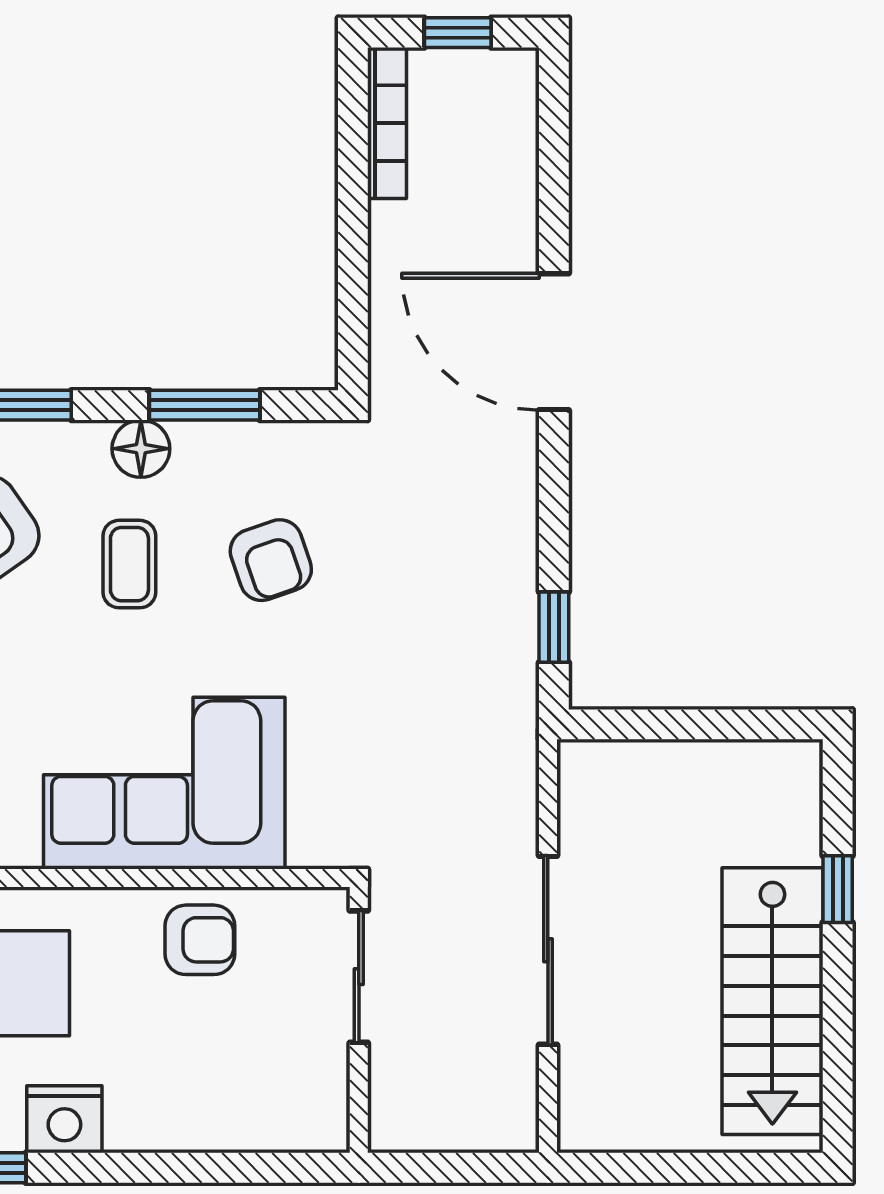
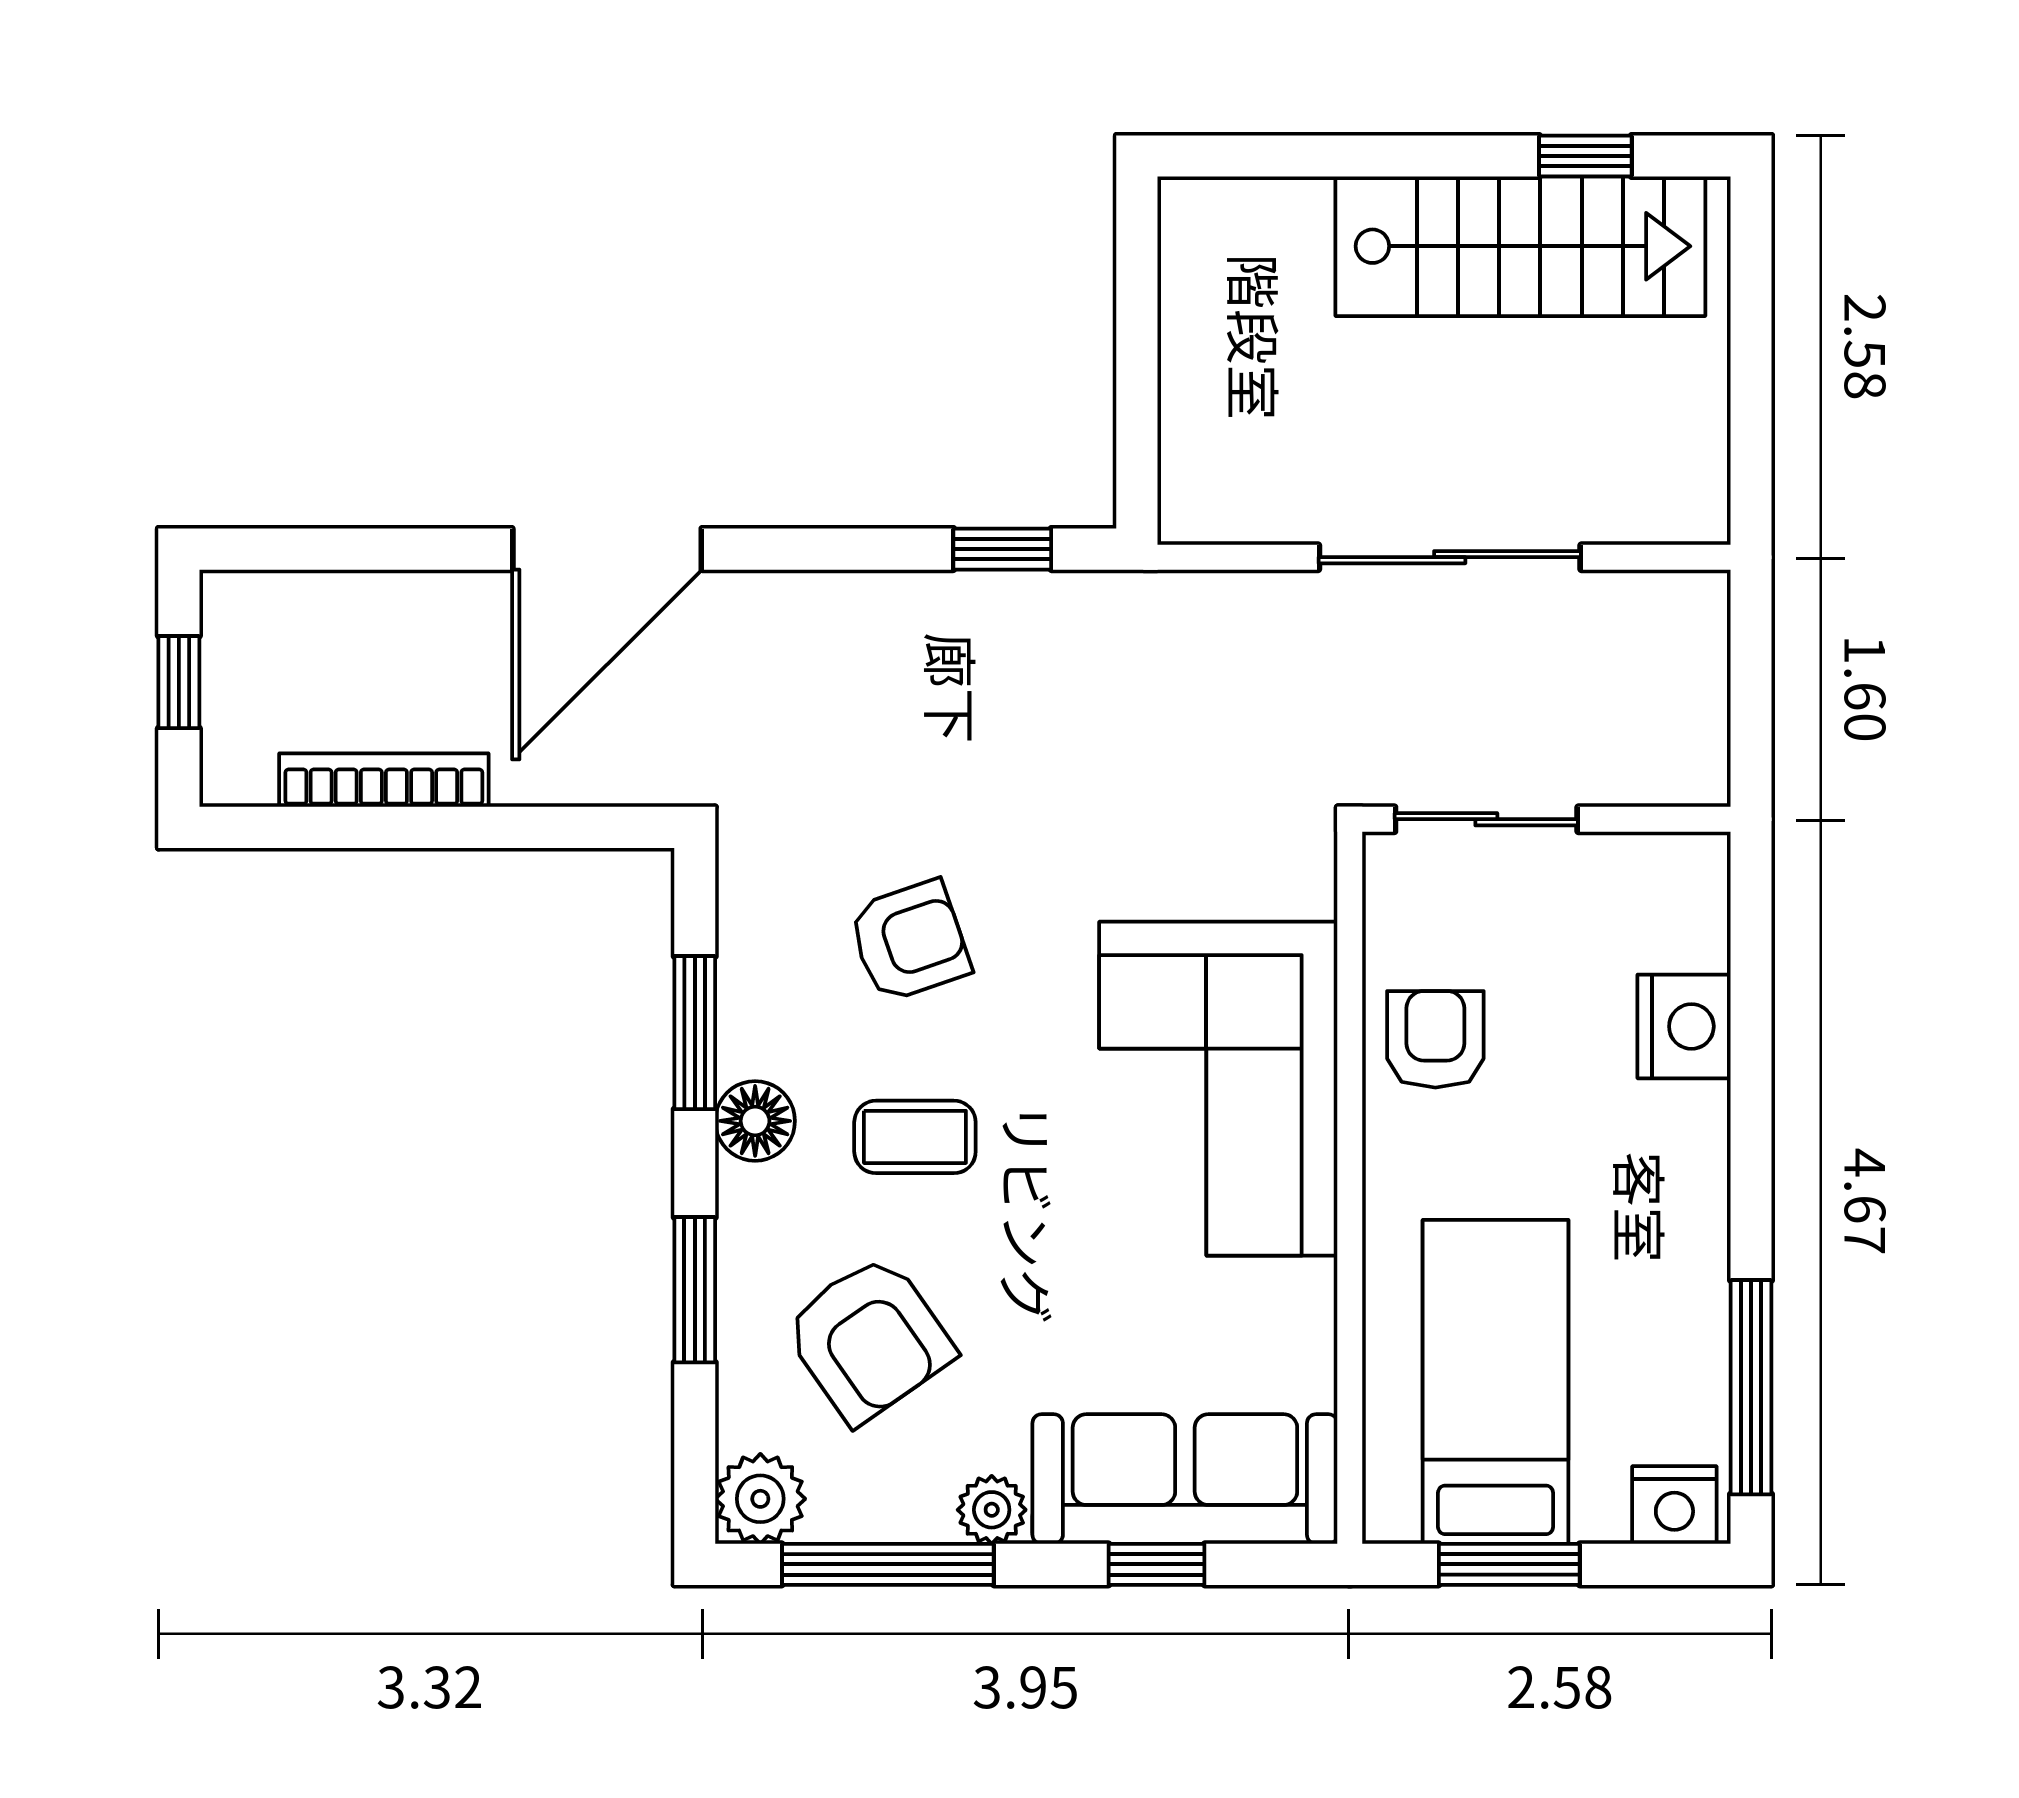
bookcase: (387, 123) -> (384, 780), moved
window: (838, 889) -> (1585, 156), moved
nightstand: (64, 1119) -> (1684, 1026), moved

